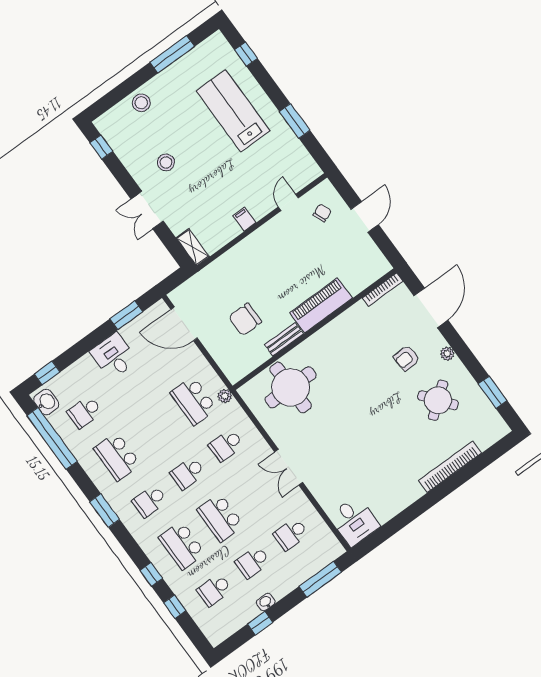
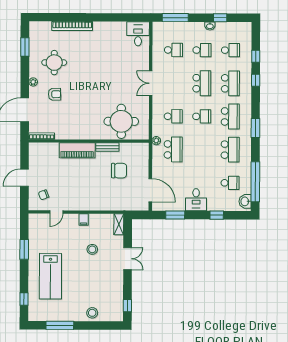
stool: (166, 162) -> (92, 249), moved
window: (47, 373) -> (217, 215), moved
round table: (438, 400) -> (54, 63), turned 38
double door: (289, 467) -> (151, 83), swing flipped
school desk: (150, 501) -> (230, 116), width x1.85

